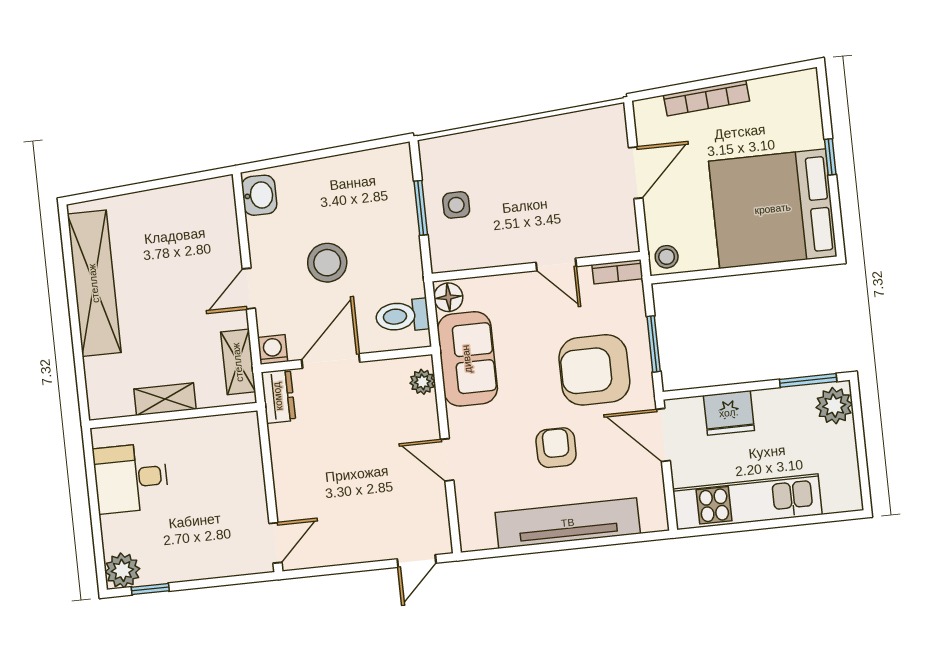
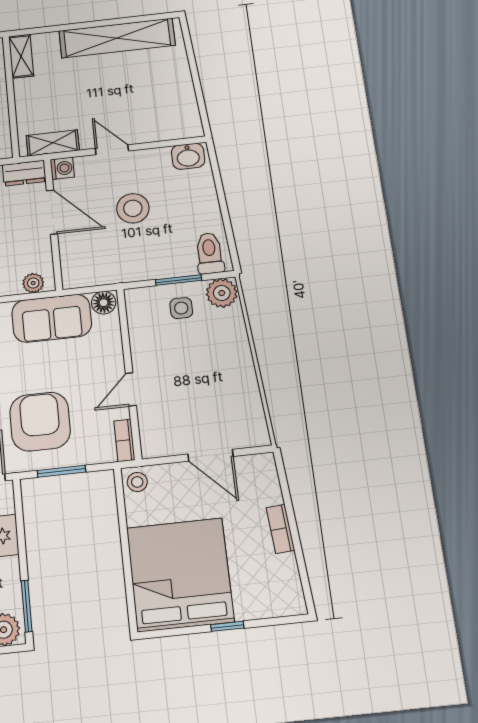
bookcase: (707, 98) -> (280, 529), width x0.64
plant: (438, 157) -> (222, 293), added
toilet: (402, 316) -> (210, 253), moved
shelving: (165, 399) -> (21, 56), moved

